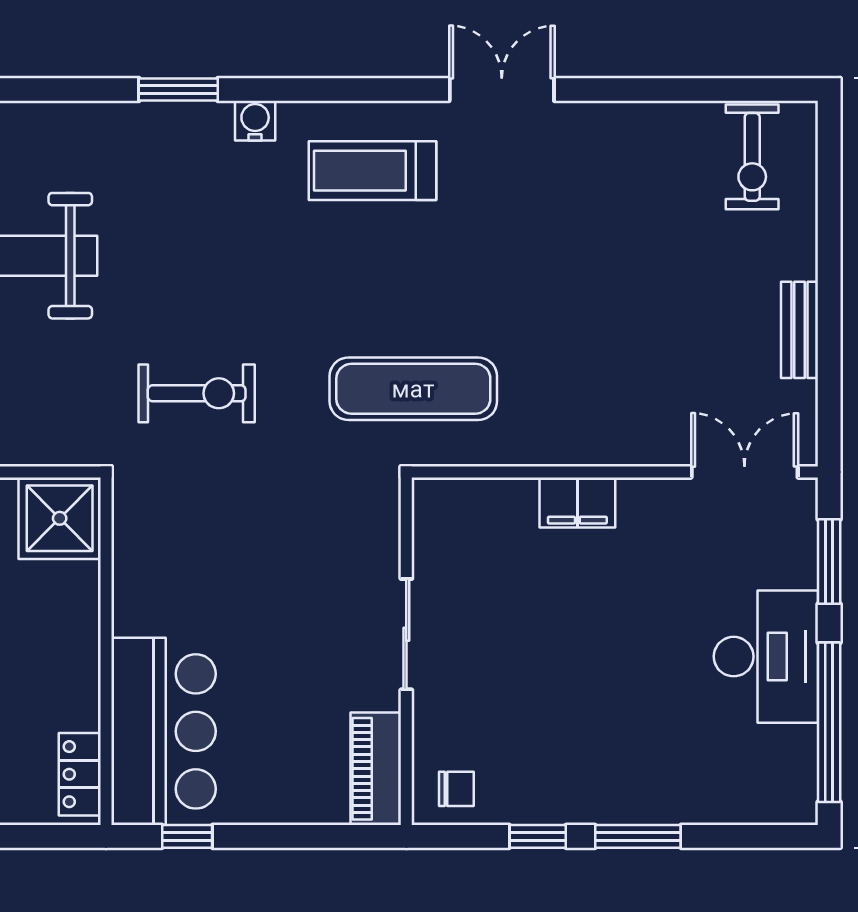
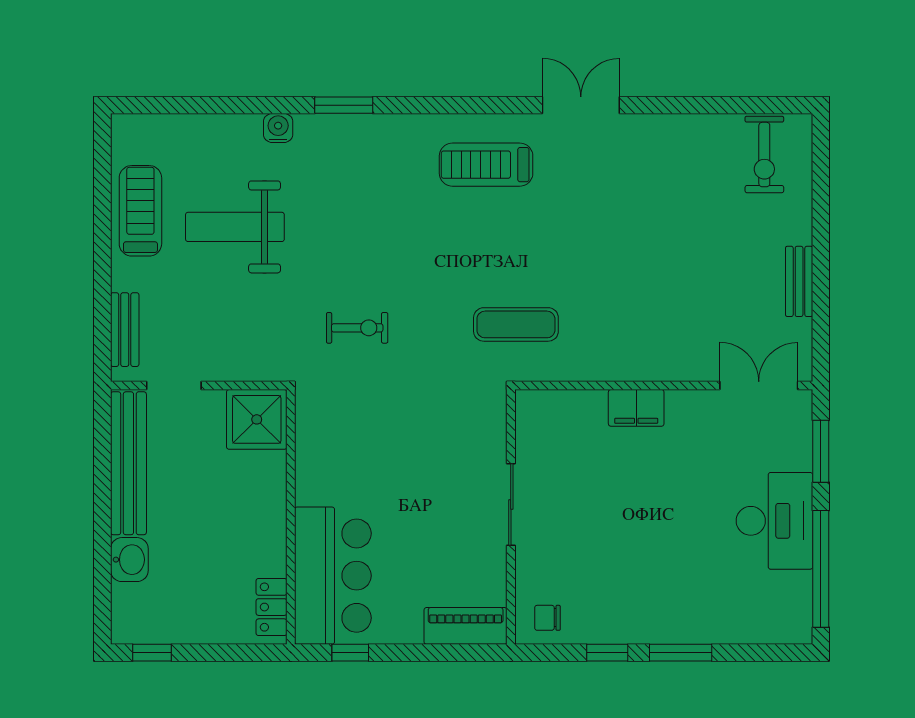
water cooler: (255, 121) -> (278, 128), moved
exercise mat: (413, 389) -> (516, 324), width x0.73, depth x0.69
exercise bike: (197, 393) -> (357, 328), width x0.73, depth x0.72
piano: (376, 769) -> (466, 626), moved, turned 90
chair: (456, 789) -> (547, 618), turned 180

